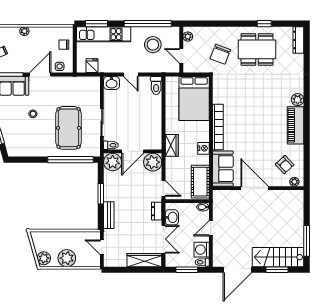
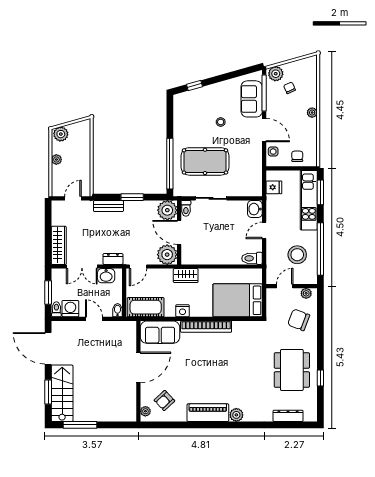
dresser: (298, 40) -> (288, 416), moved
chair: (220, 54) -> (299, 320), moved
plant: (67, 258) -> (56, 160), width x0.53, depth x0.53

